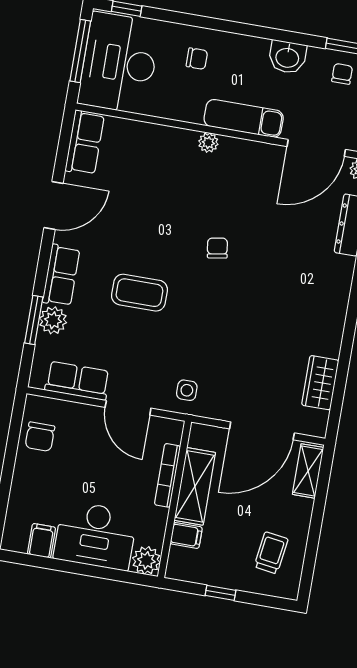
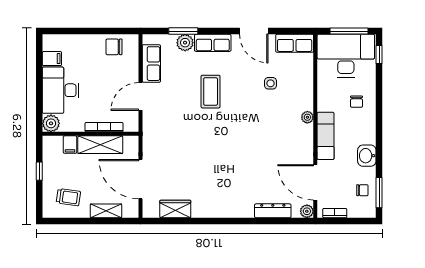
chair: (217, 248) -> (245, 134), removed
side table: (187, 390) -> (271, 83), moved
shelving: (308, 471) -> (106, 211), moved

